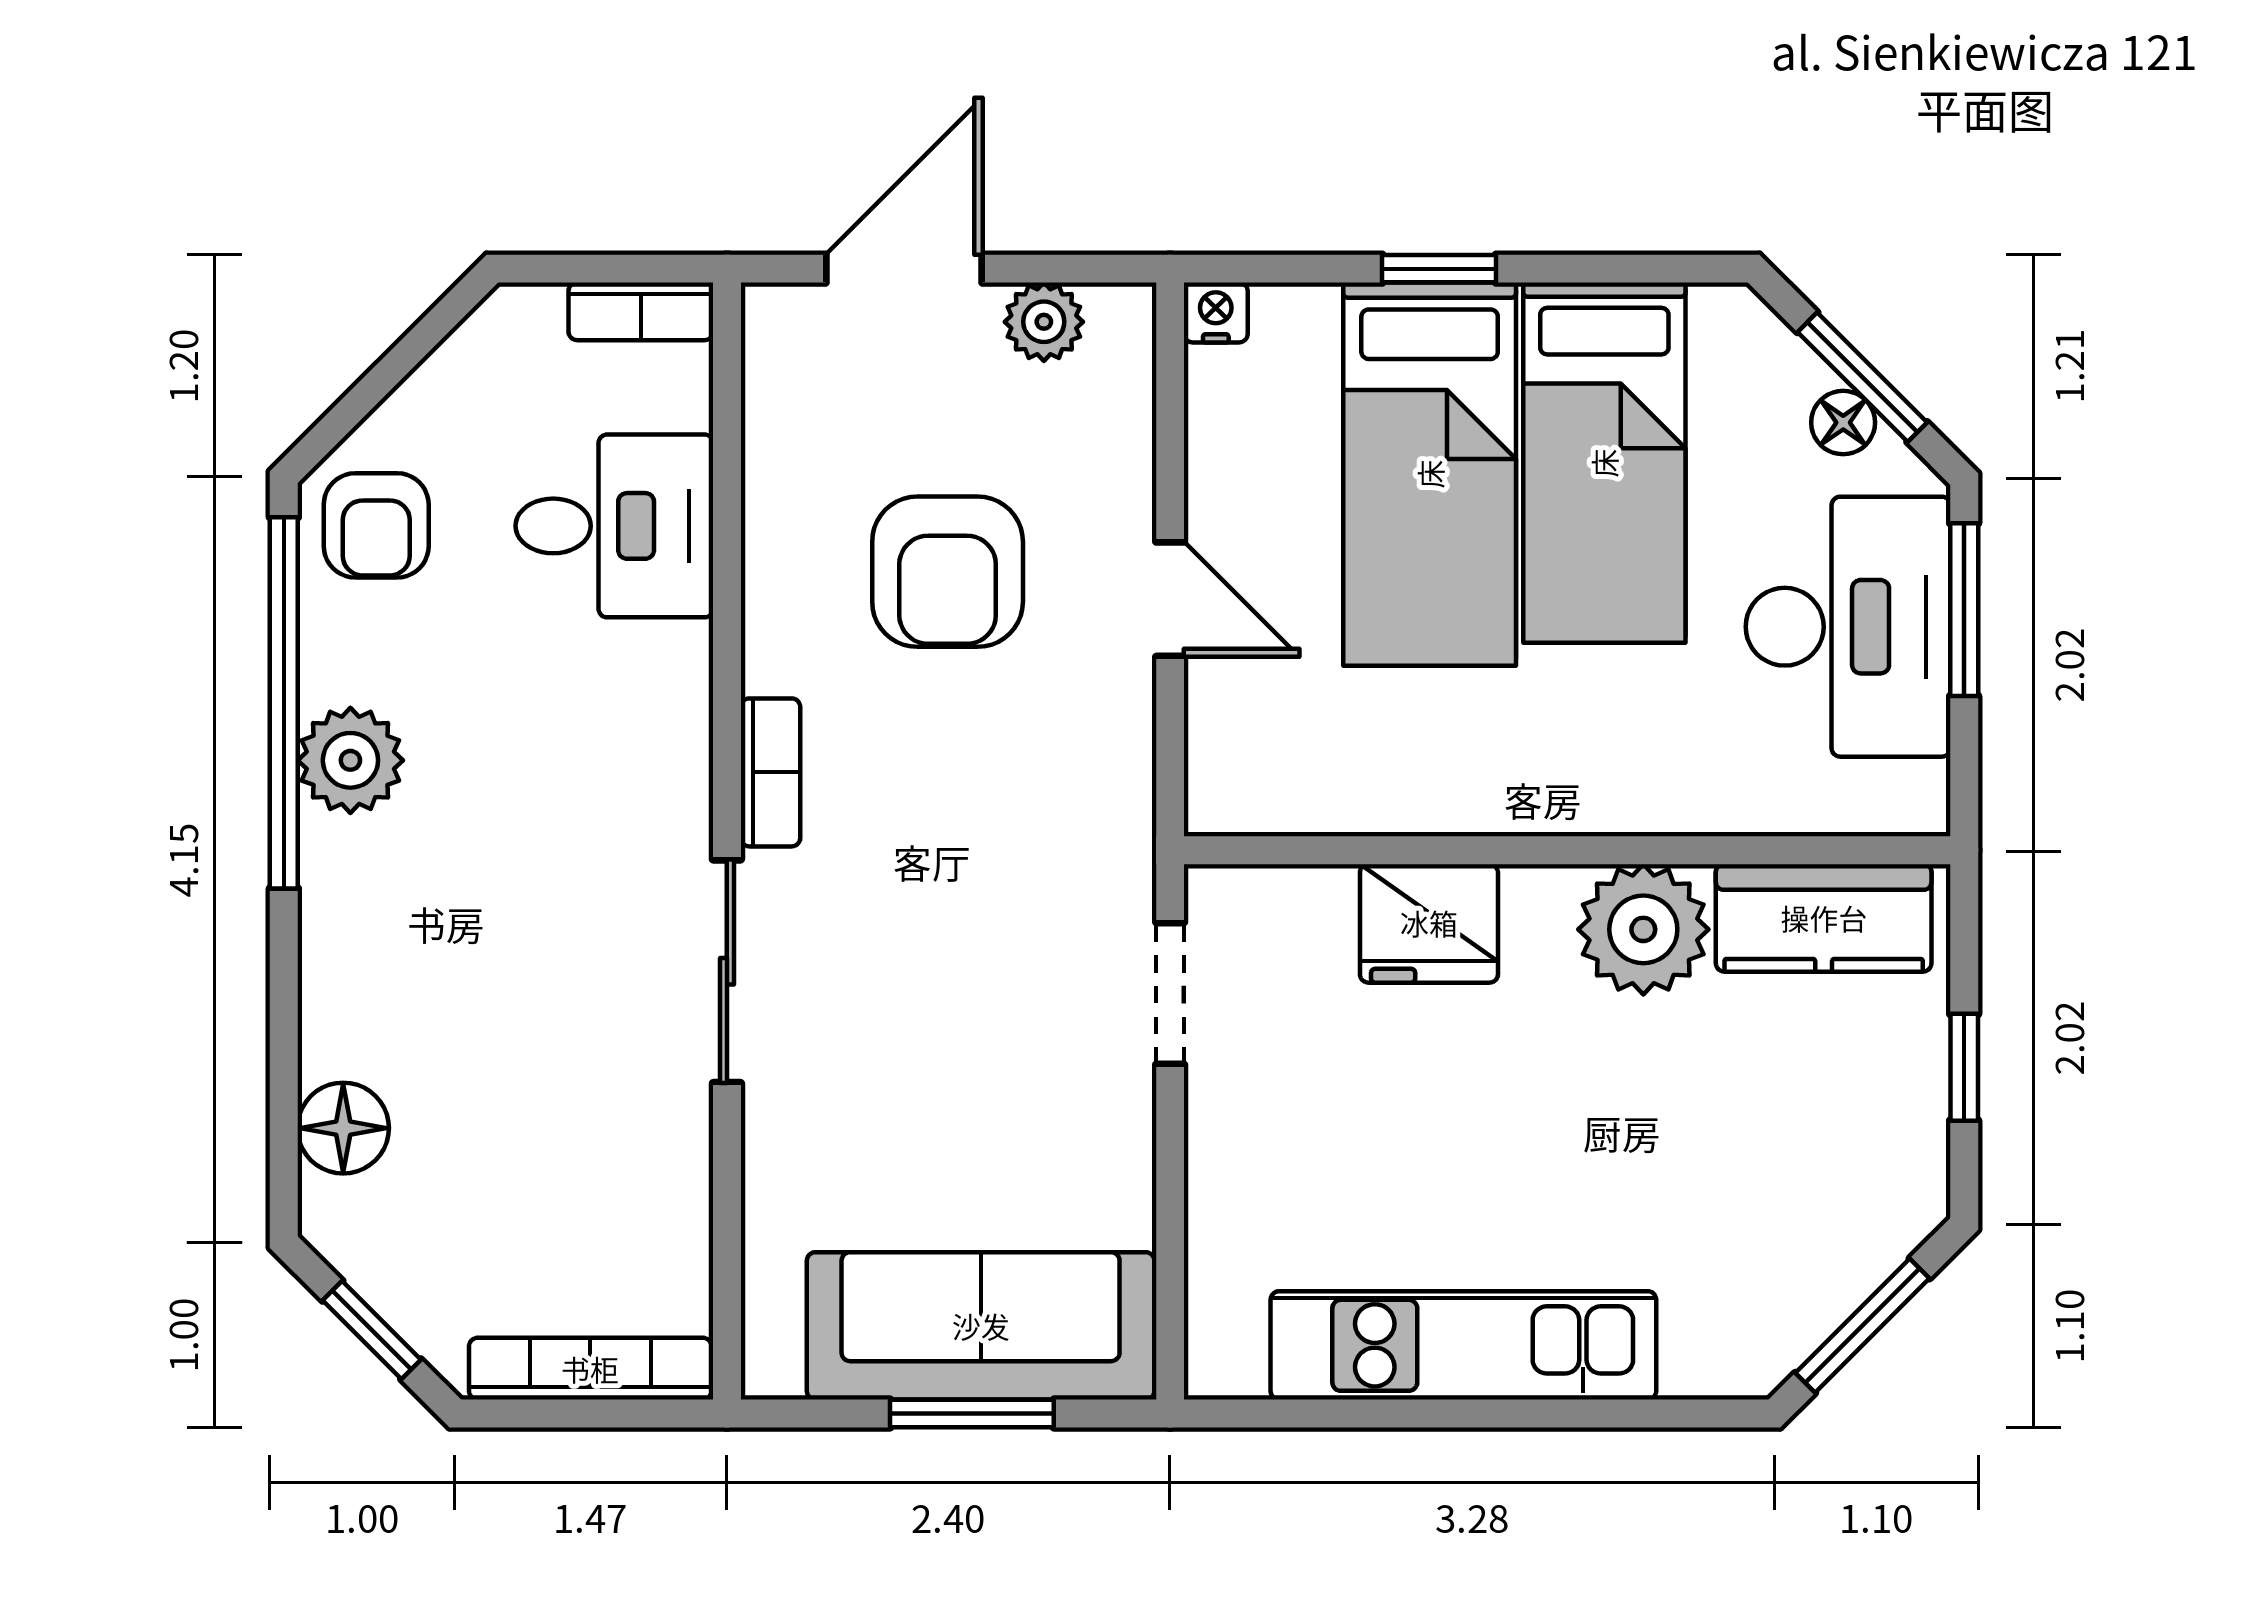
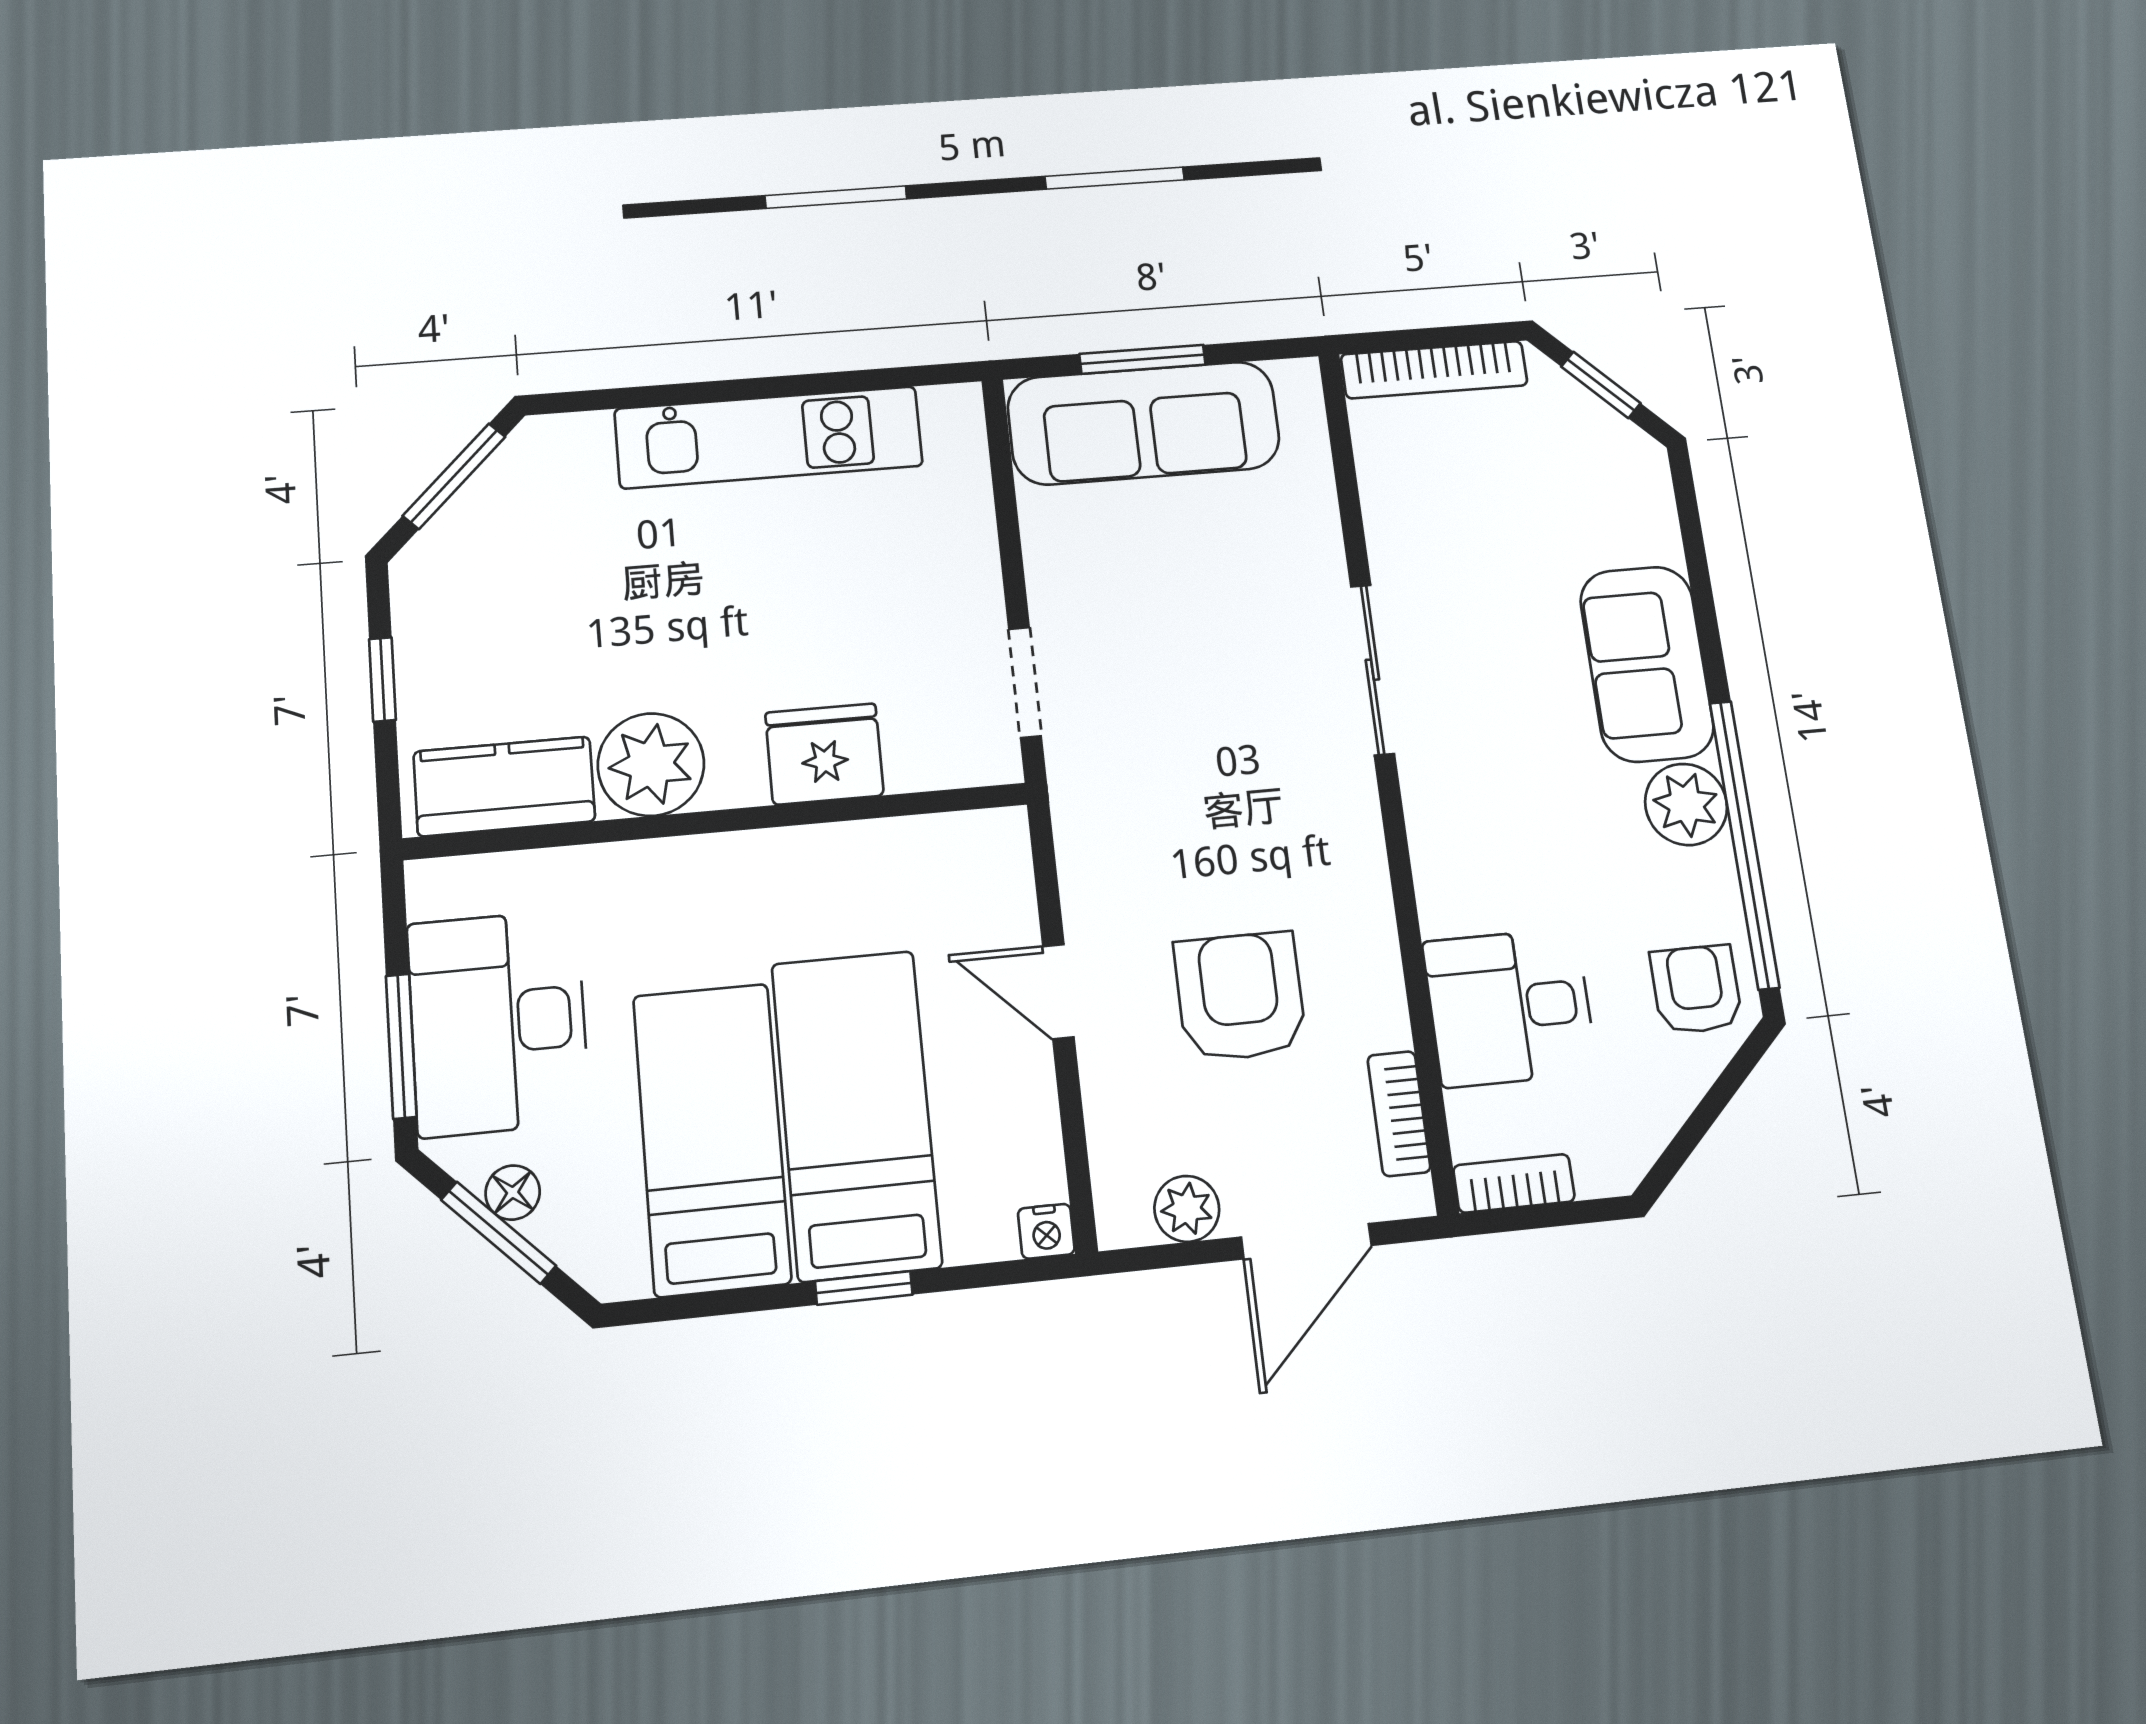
bookcase: (770, 772) -> (1399, 1114), moved
sofa: (371, 948) -> (1647, 664), added
floor lamp: (343, 1128) -> (1646, 529), removed

